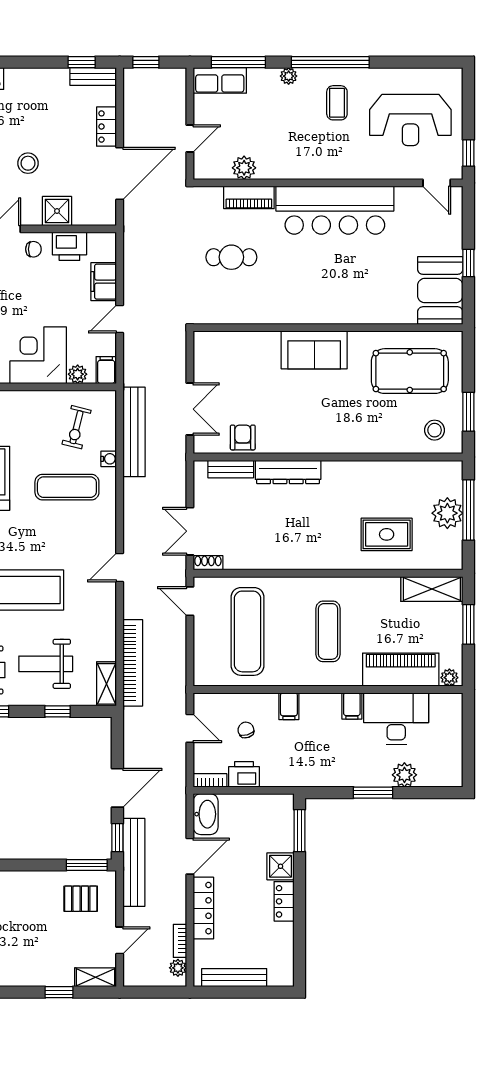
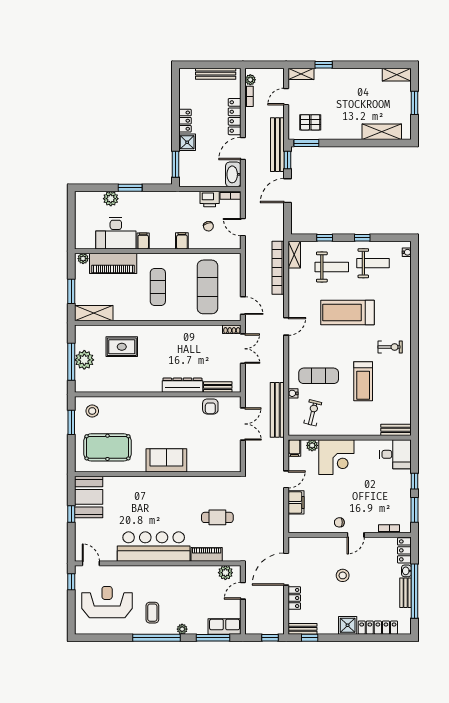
plant: (244, 168) -> (225, 573), moved
shower: (57, 211) -> (348, 625), moved
printer: (69, 246) -> (317, 524), removed
double door: (190, 409) -> (243, 424), swing flipped

